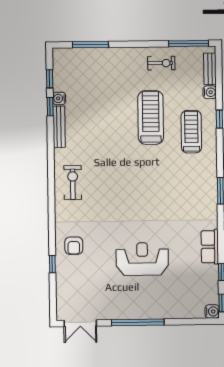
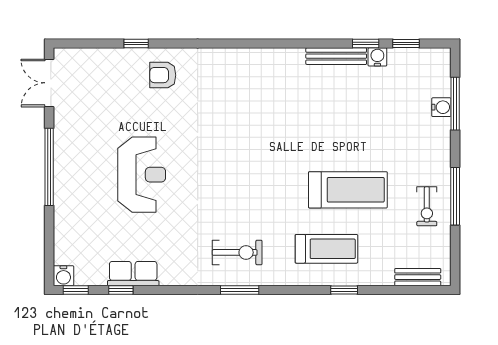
window: (189, 43) -> (455, 196), moved
water cooler: (210, 92) -> (441, 107), moved, turned -90
exercise bike: (73, 183) -> (237, 252), moved
row of seats: (210, 247) -> (133, 274), moved

